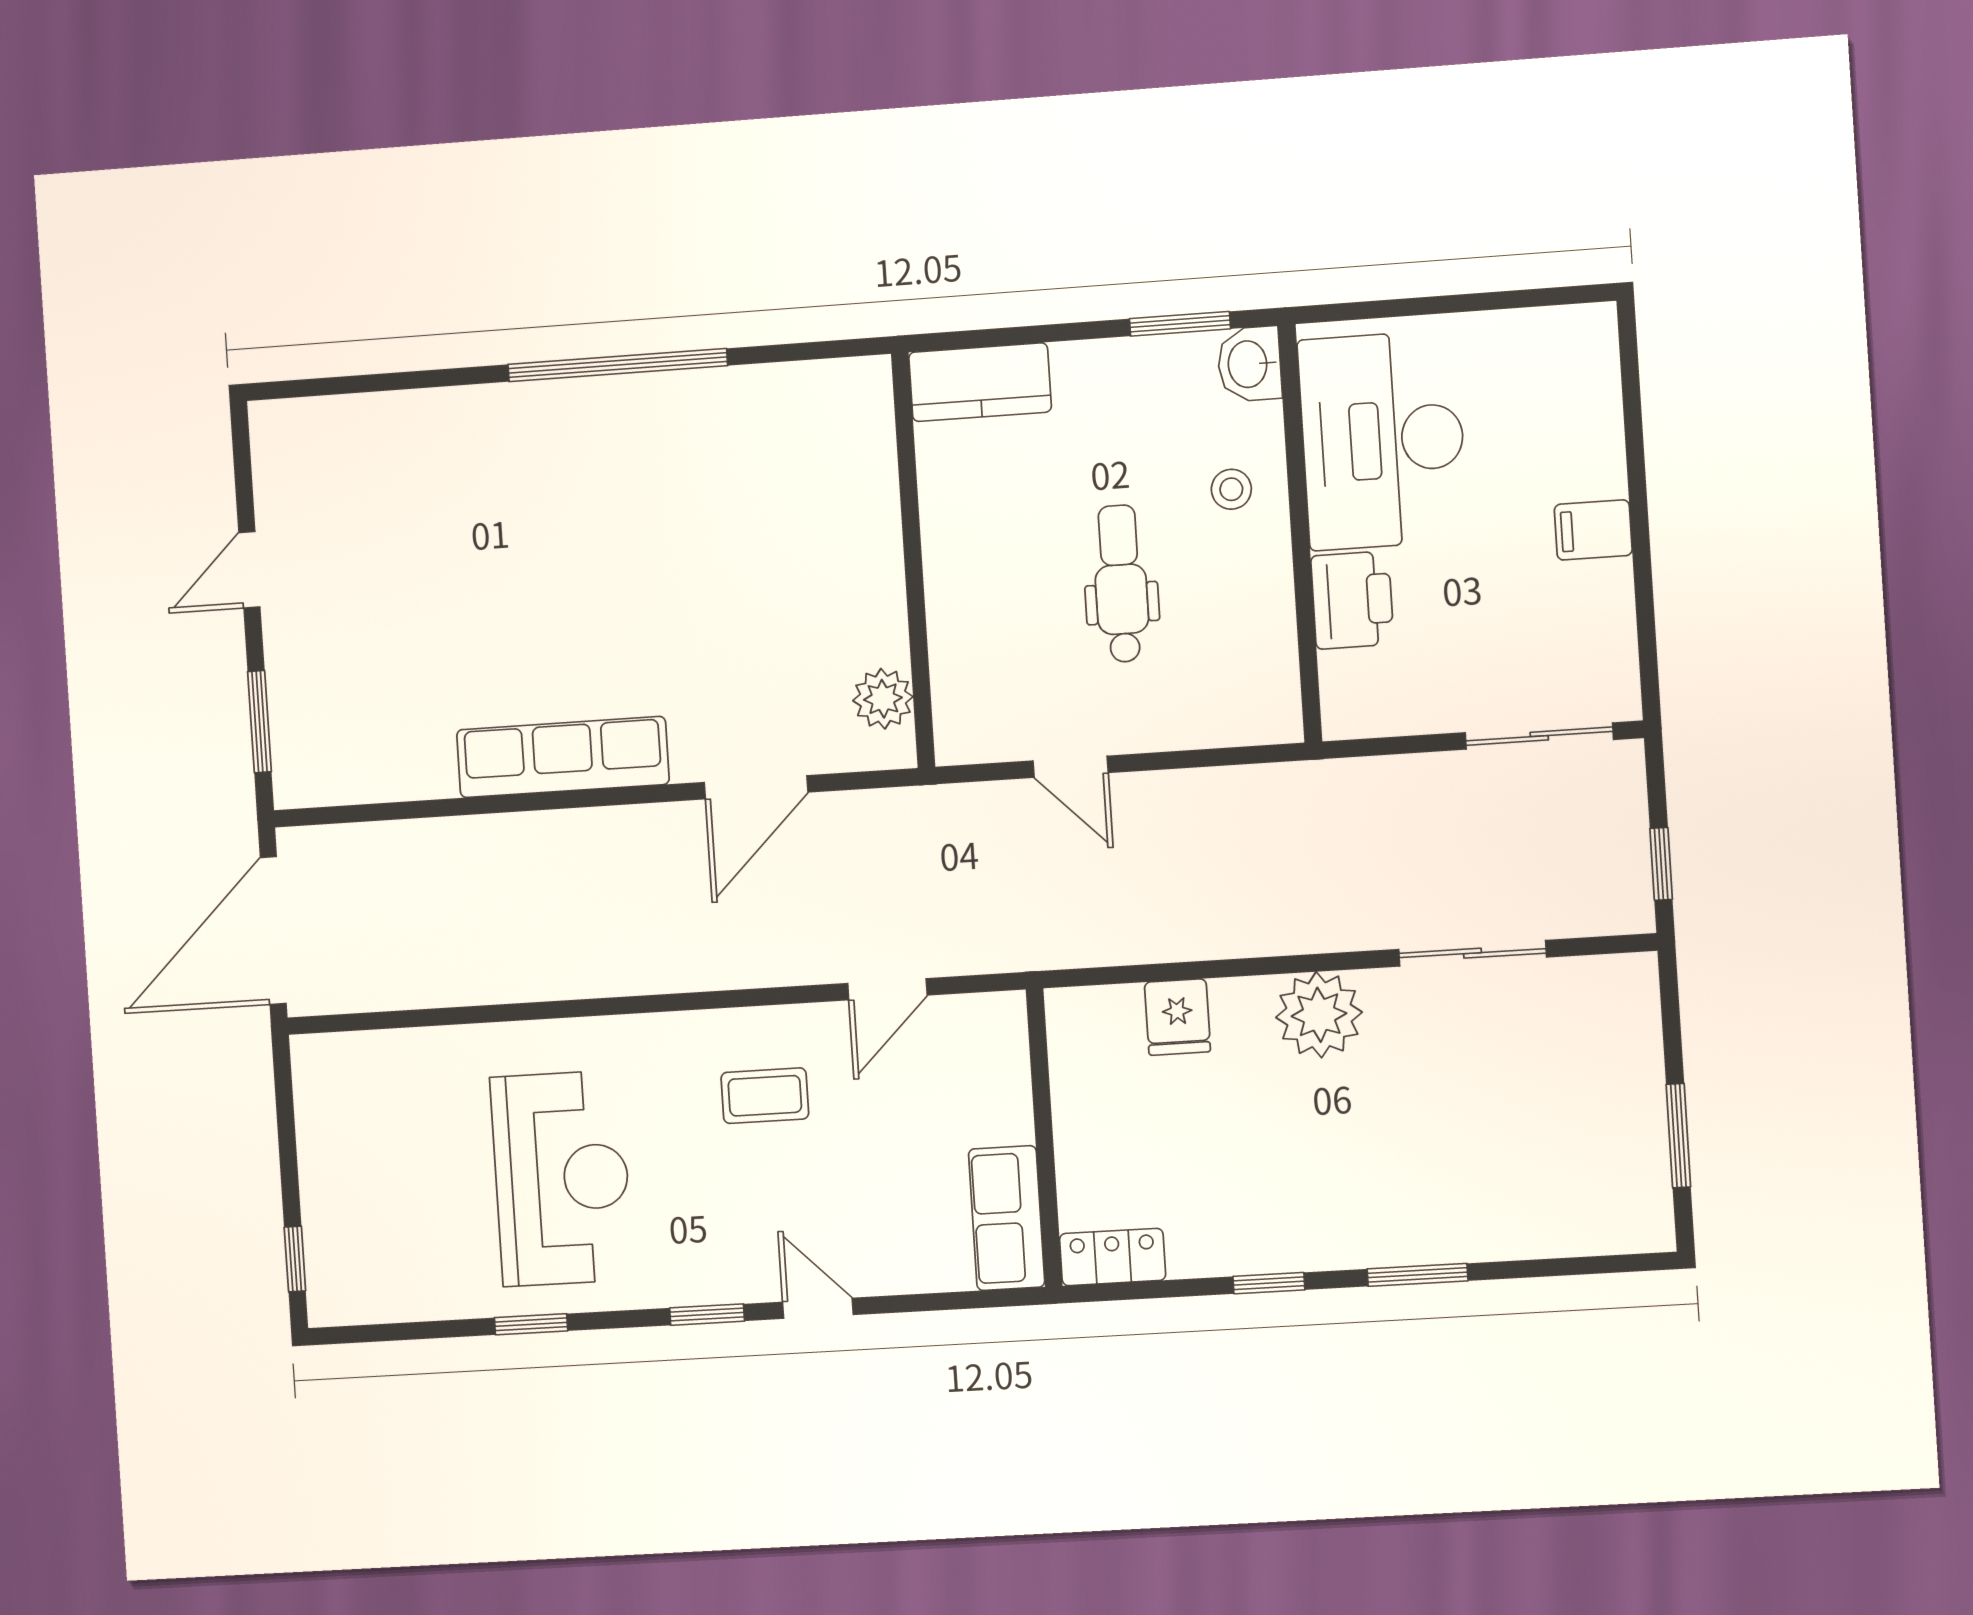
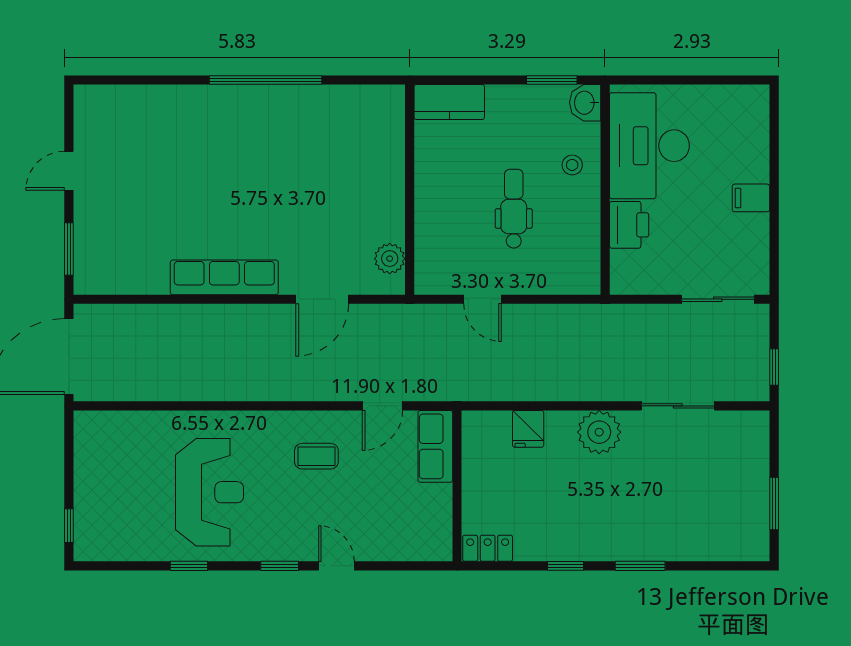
row of seats: (1007, 1218) -> (435, 446), moved

